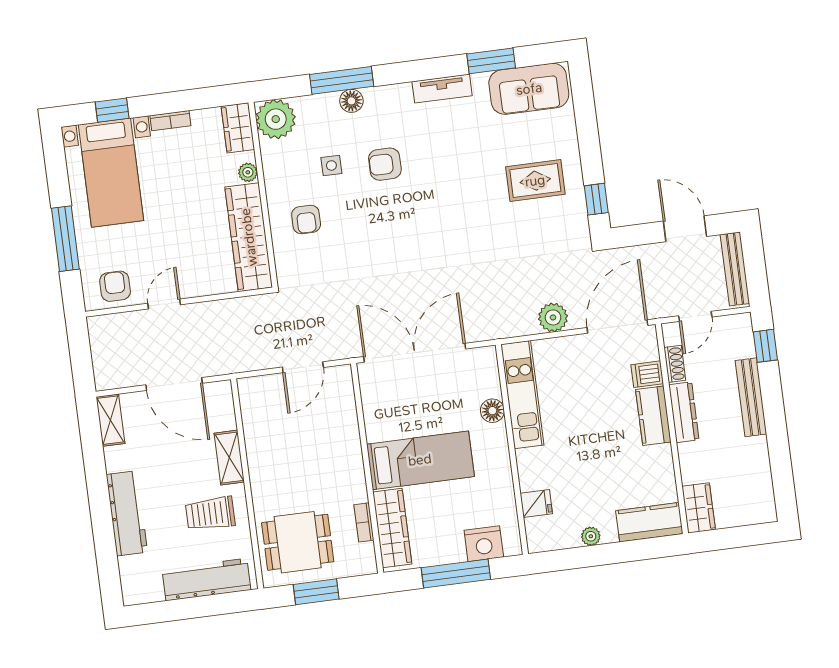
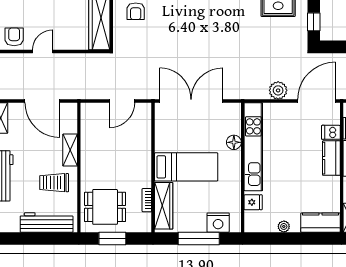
kitchen unit: (522, 395) -> (253, 147), width x1.36

